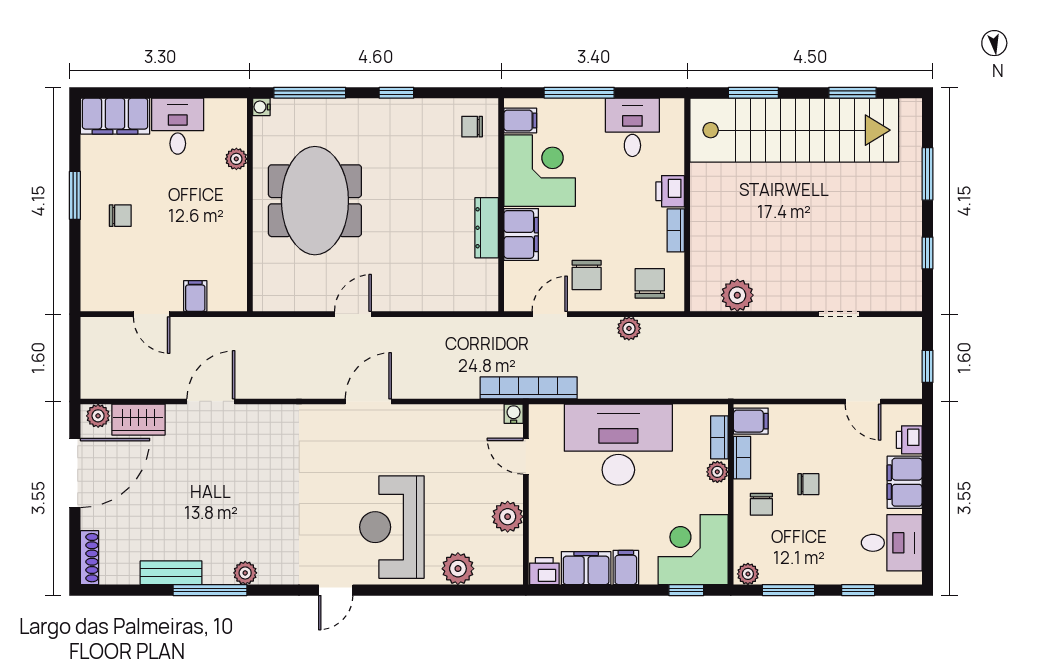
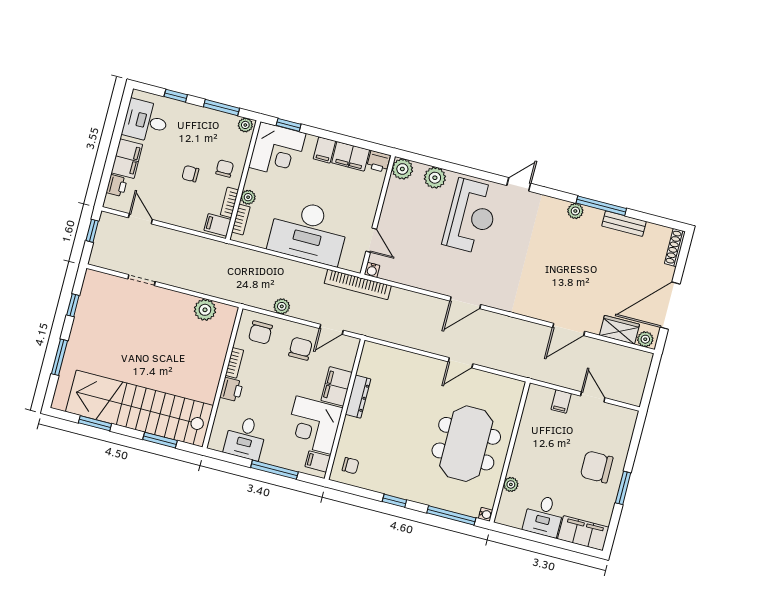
chair: (120, 216) -> (597, 467), width x1.87, depth x1.87
plant: (508, 517) -> (402, 169), moved

